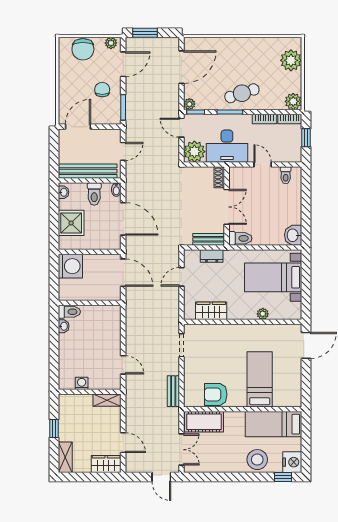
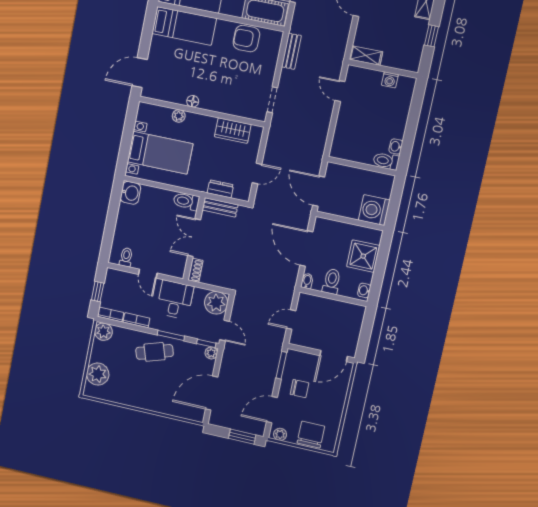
chair: (102, 90) -> (300, 389), turned -90
desk: (227, 146) -> (175, 300), width x0.73
bench: (88, 171) -> (333, 307), removed
floor lamp: (253, 329) -> (193, 101), added
bed: (260, 379) -> (184, 26), moved, turned -90
armchair: (216, 394) -> (246, 39), turned 180

